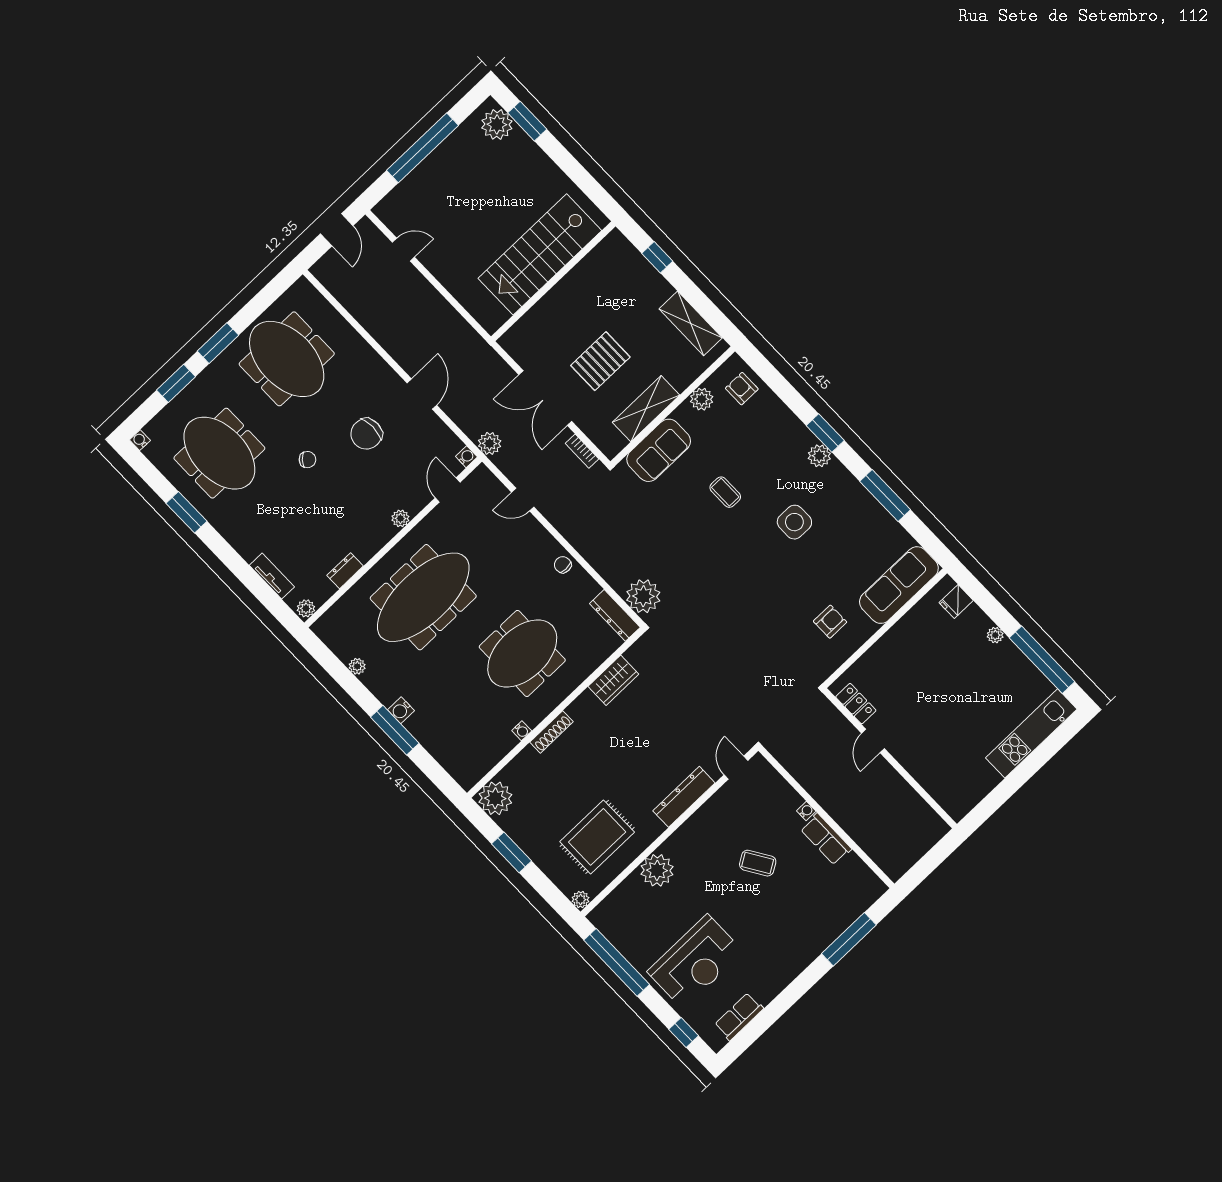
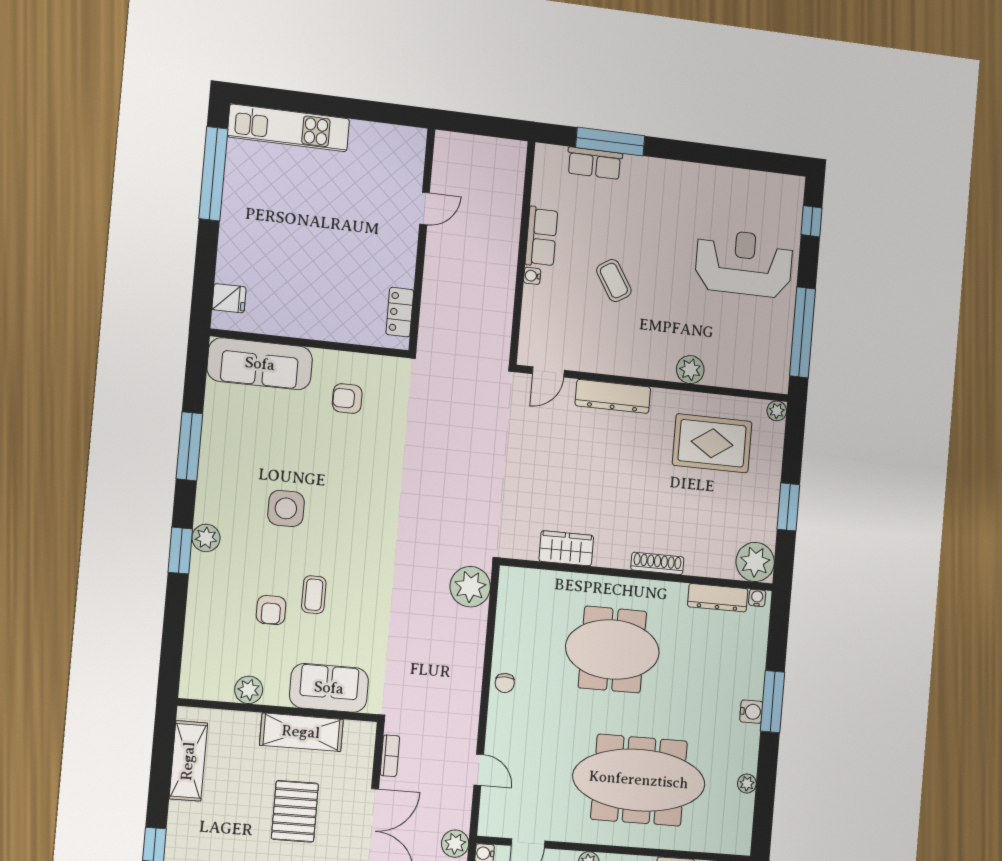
pallet: (600, 361) -> (295, 811), turned 90
armchair: (742, 389) -> (271, 610), moved
dresser: (615, 615) -> (718, 598), moved, turned 90
plant: (995, 635) -> (228, 236), removed
water cooler: (522, 731) -> (757, 598), moved
door: (873, 741) -> (425, 208), moved
plant: (657, 870) -> (690, 370), width x0.73, depth x0.73
row of seats: (739, 1017) -> (595, 163), moved

